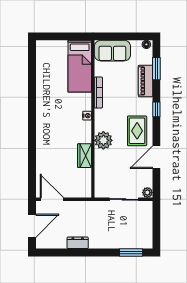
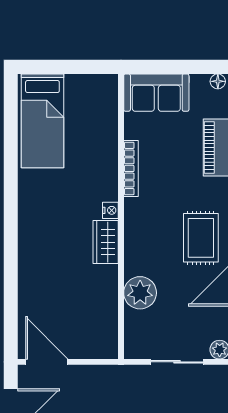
bed: (80, 66) -> (42, 121), moved
plant: (103, 140) -> (140, 293), moved
wardrobe: (85, 156) -> (106, 242), moved

